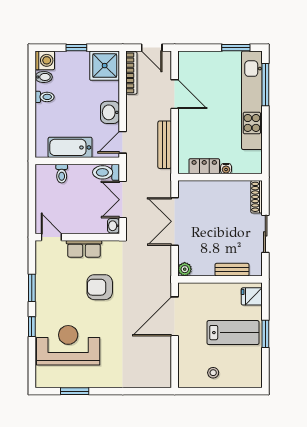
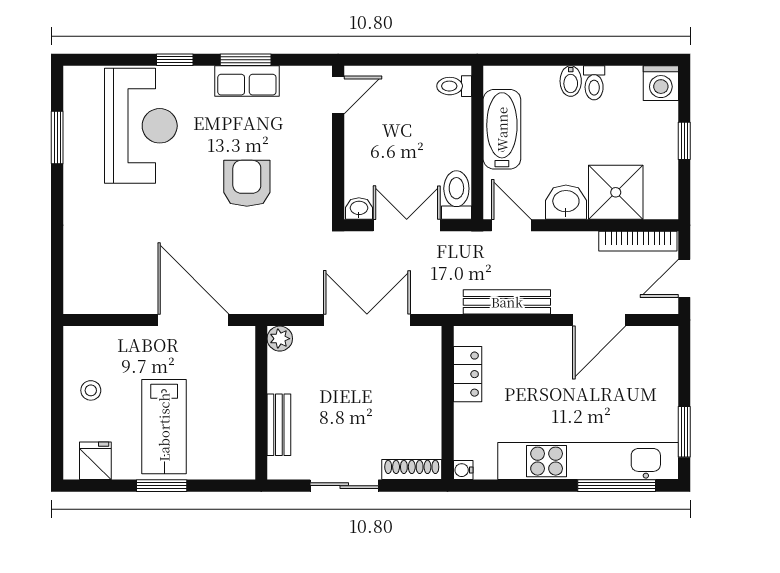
shower: (105, 66) -> (616, 192), moved
bidet: (44, 77) -> (571, 81), moved
water cooler: (226, 169) -> (463, 470), moved
toilet: (62, 174) -> (454, 86), moved
row of seats: (84, 249) -> (247, 81), moved, turned -90
fridge: (252, 296) -> (95, 461), moved

